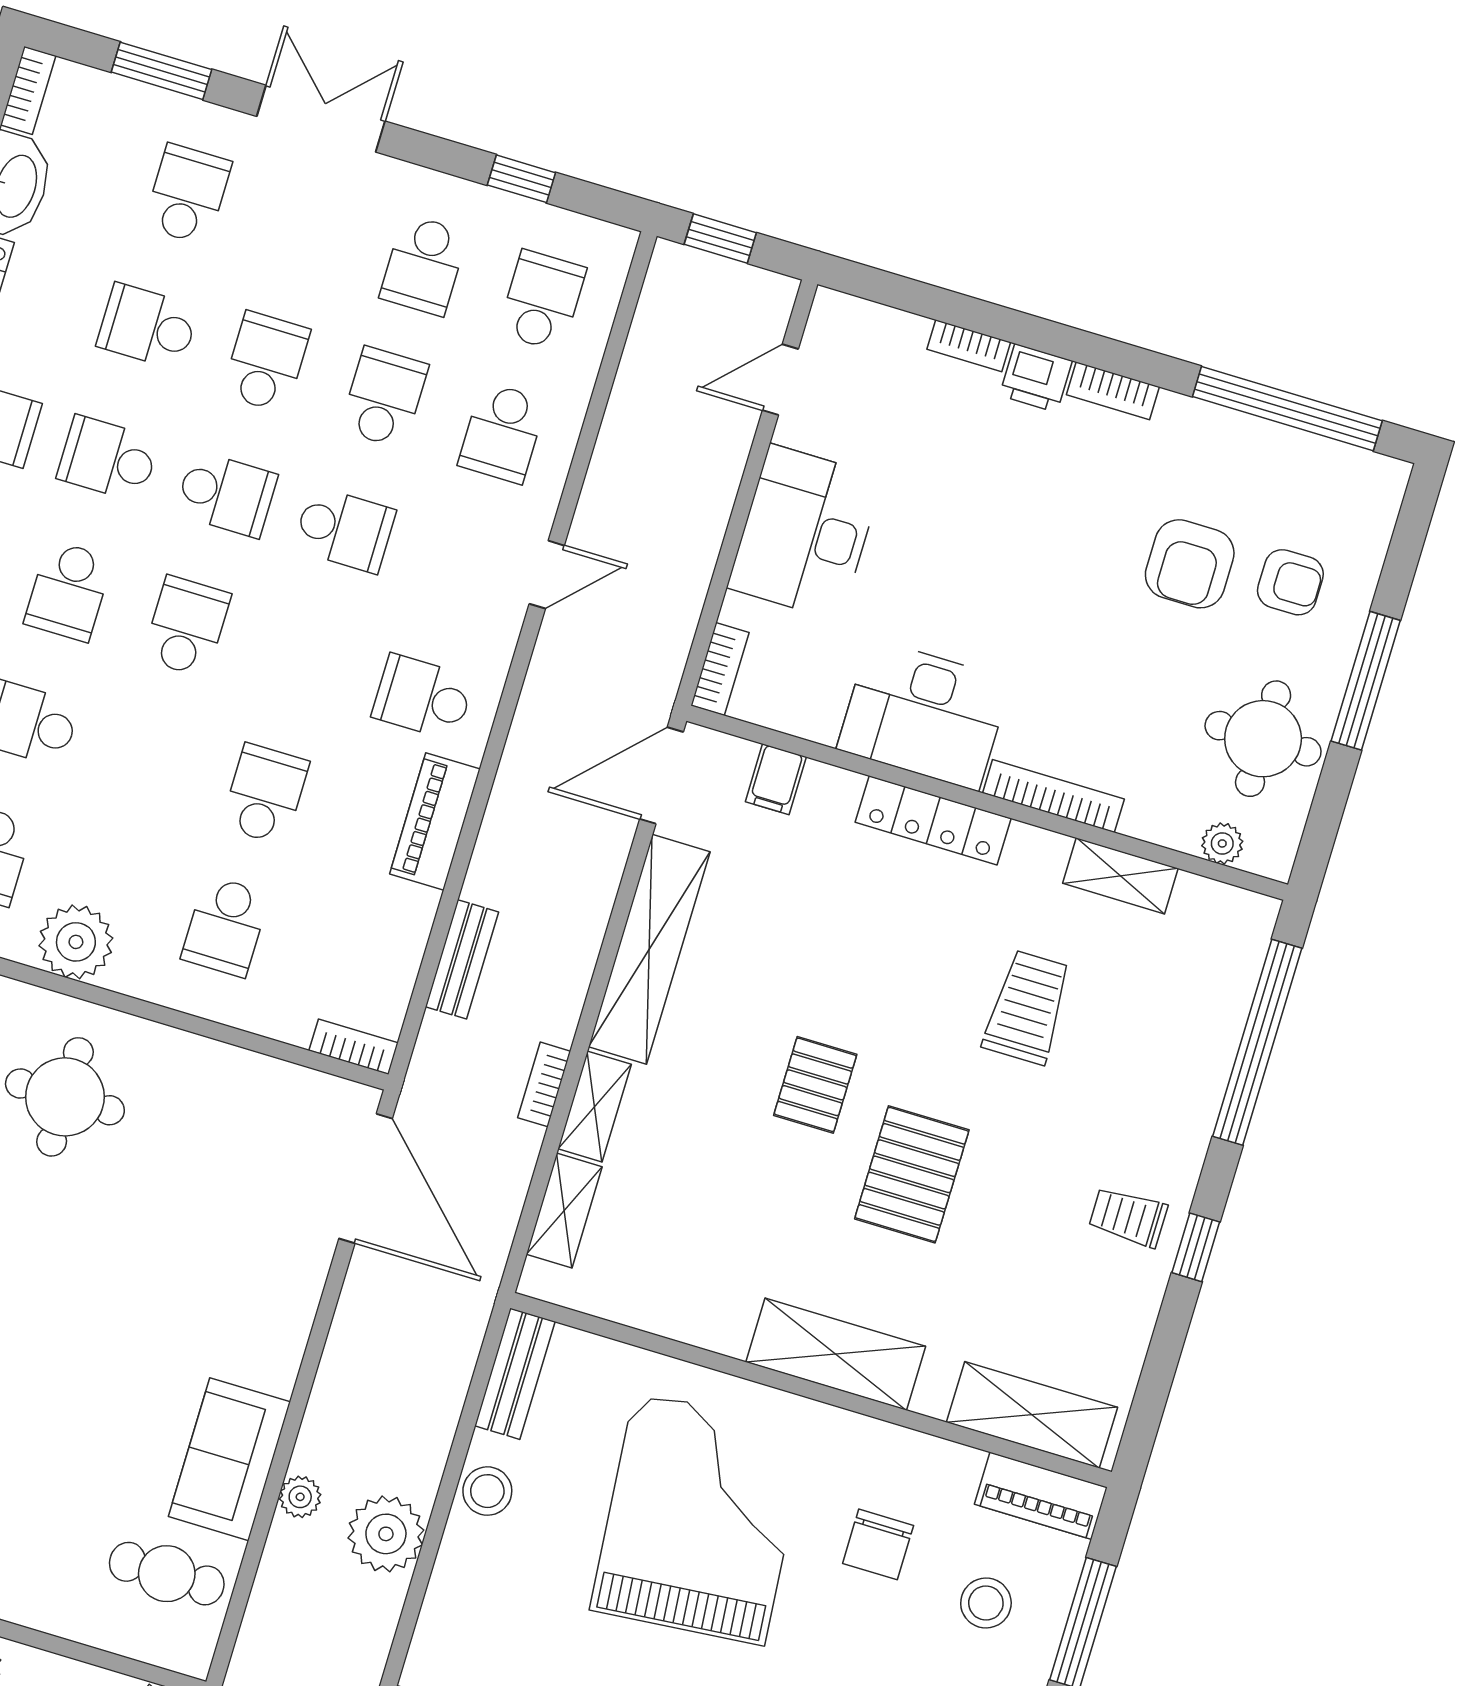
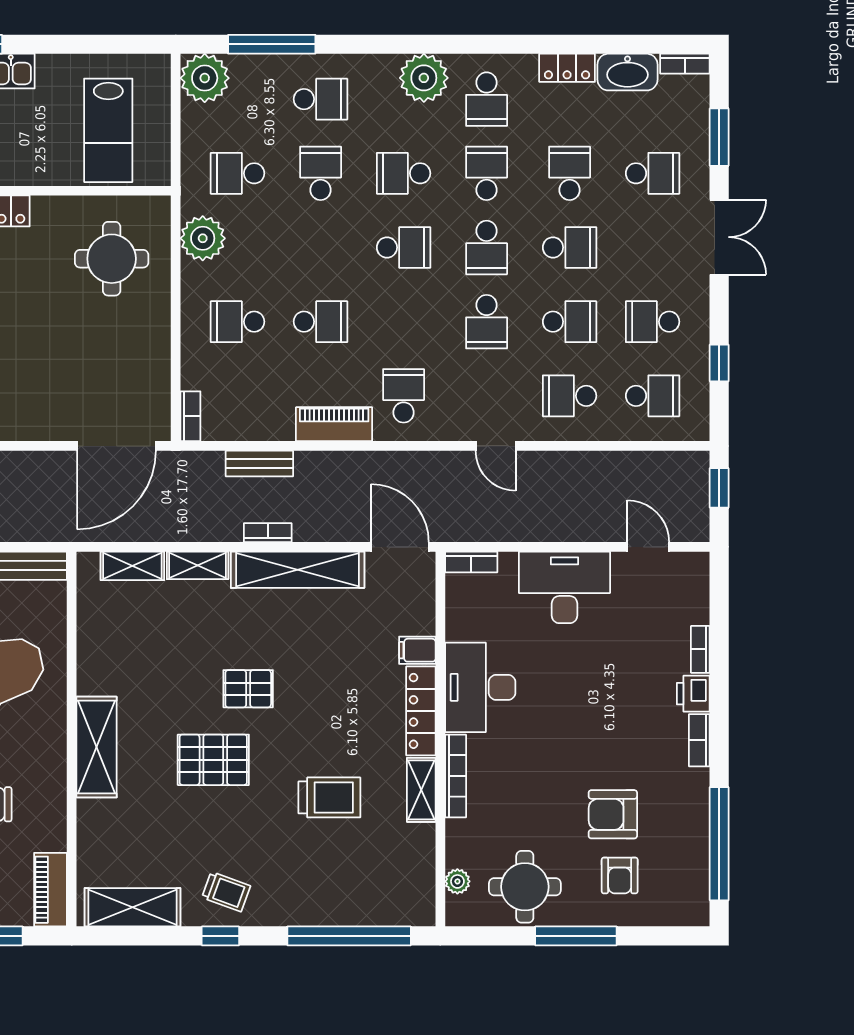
filing cabinet: (776, 779) -> (417, 650), moved
shelving: (1120, 876) -> (421, 790), moved
bookcase: (544, 1084) -> (268, 533), moved
trolley: (1128, 1217) -> (226, 892), turned 110
shelving: (1032, 1415) -> (132, 907), moved, turned 90

